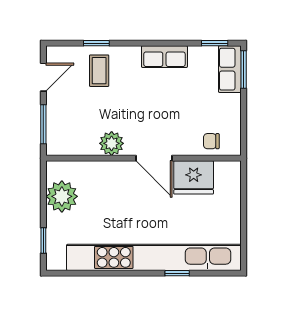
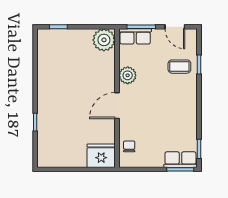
row of seats: (164, 57) -> (135, 36), moved, turned -90
fridge: (194, 177) -> (101, 156), moved, turned 90
plant: (62, 196) -> (104, 40), moved
kitchen unit: (154, 257) -> (46, 106), removed

